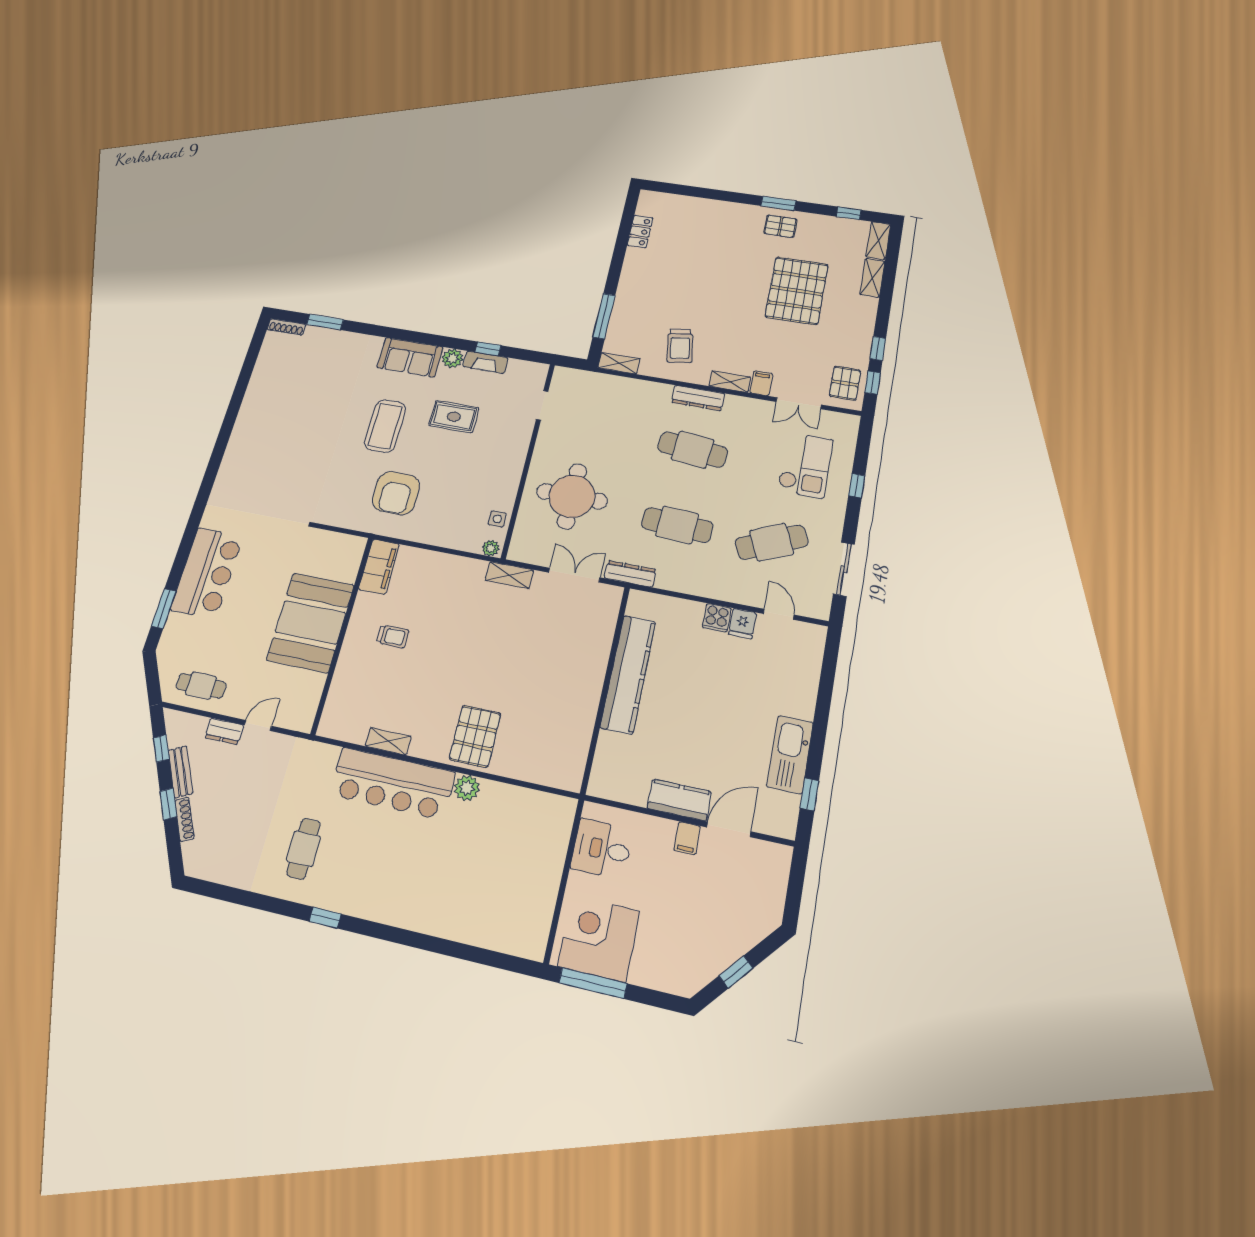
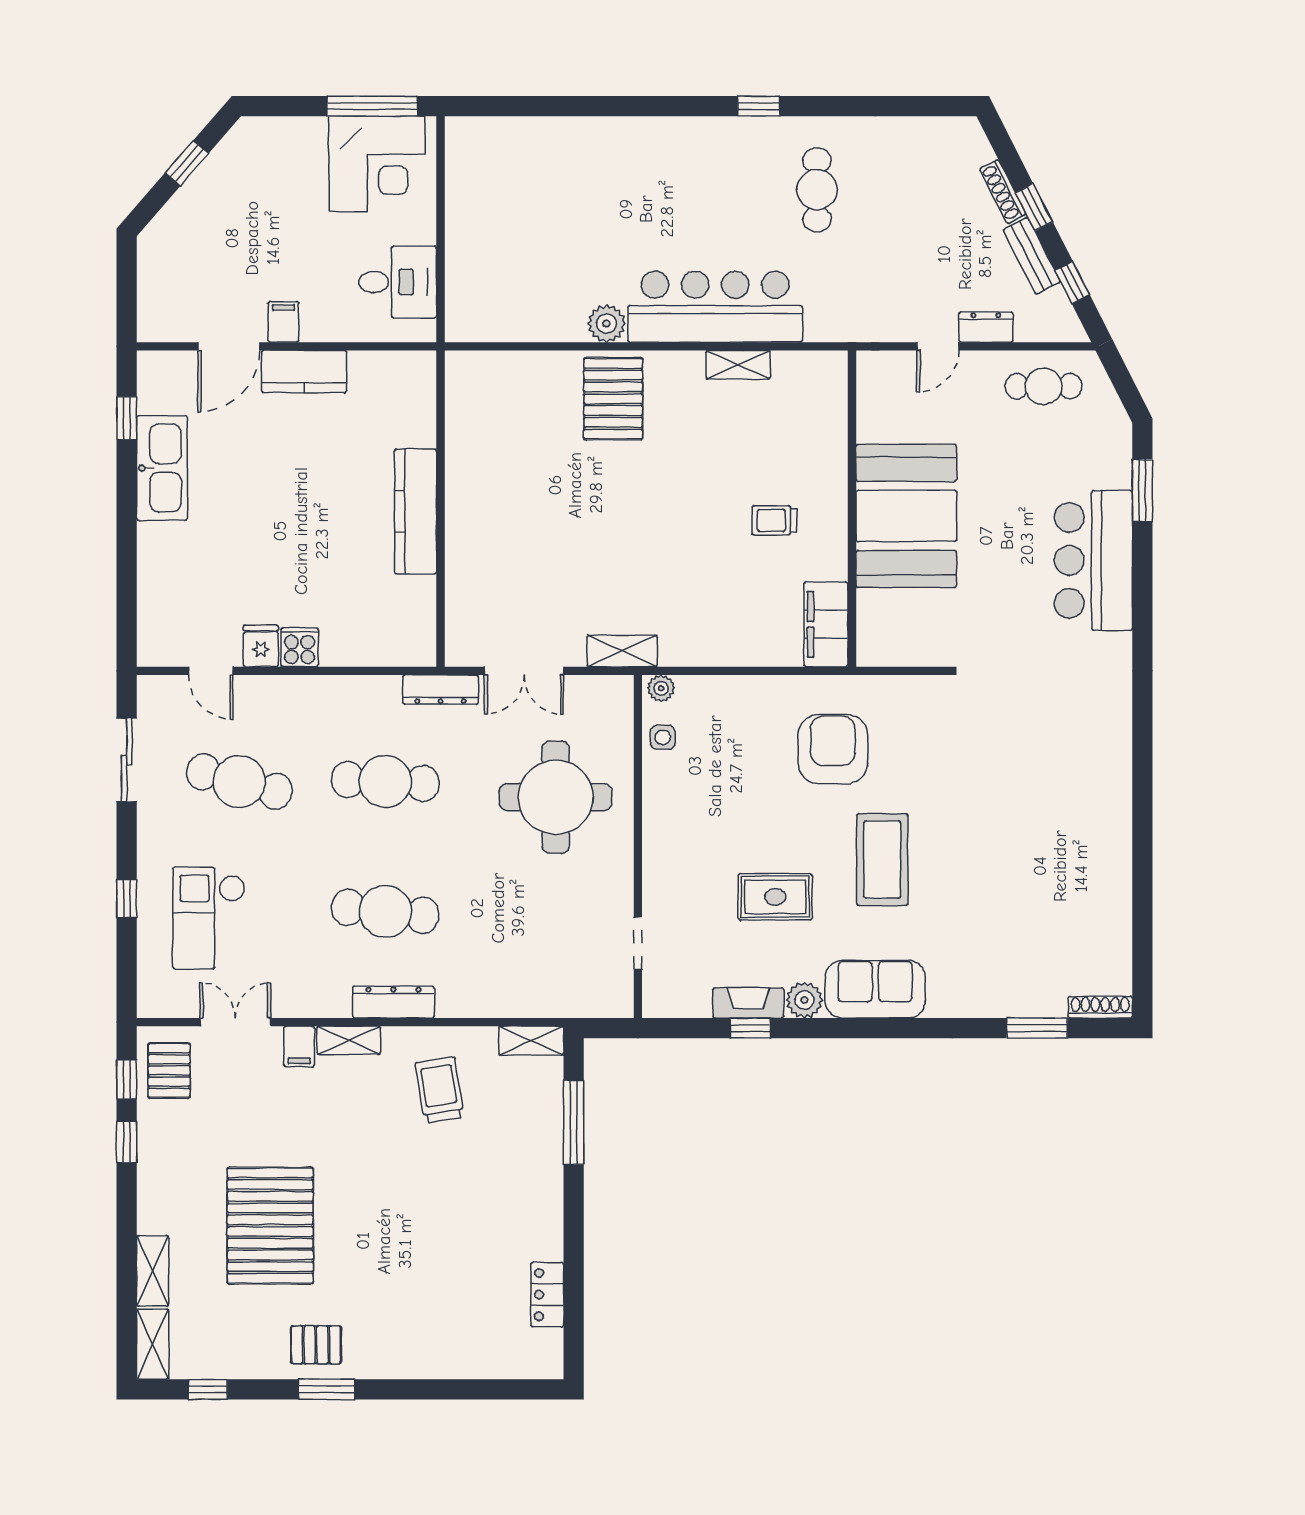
cafe table: (772, 542) -> (239, 782), turned 39
kitchen counter: (628, 674) -> (416, 511), width x0.72, depth x0.86

